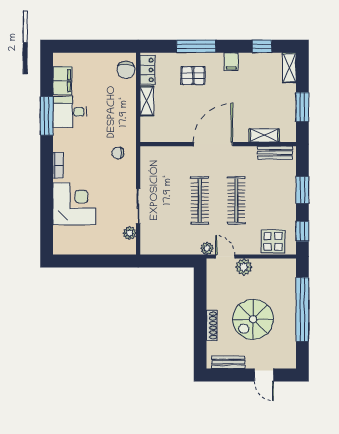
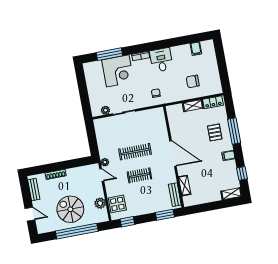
chair: (126, 70) -> (193, 81), moved
filing cabinet: (62, 81) -> (196, 49), width x0.50
window: (302, 107) -> (208, 207), removed
desk: (70, 112) -> (161, 60), moved
window: (47, 116) -> (109, 54), moved
window: (302, 190) -> (165, 215), moved
clothes rail: (236, 200) -> (139, 175), width x0.73
door: (225, 257) -> (102, 175), hinge flipped
plant: (244, 267) -> (100, 203), moved
spiral stairs: (253, 319) -> (70, 209), moved
door: (264, 375) -> (30, 214), swing flipped

